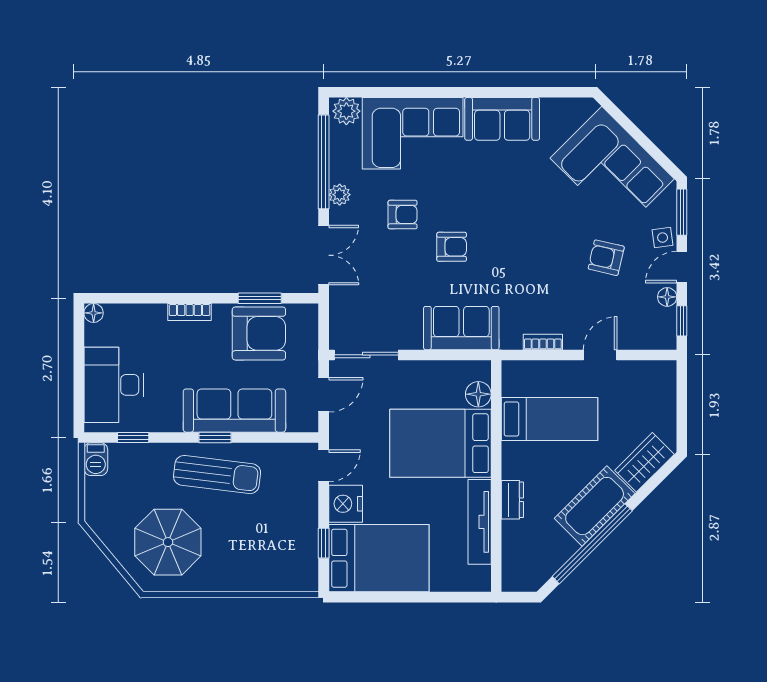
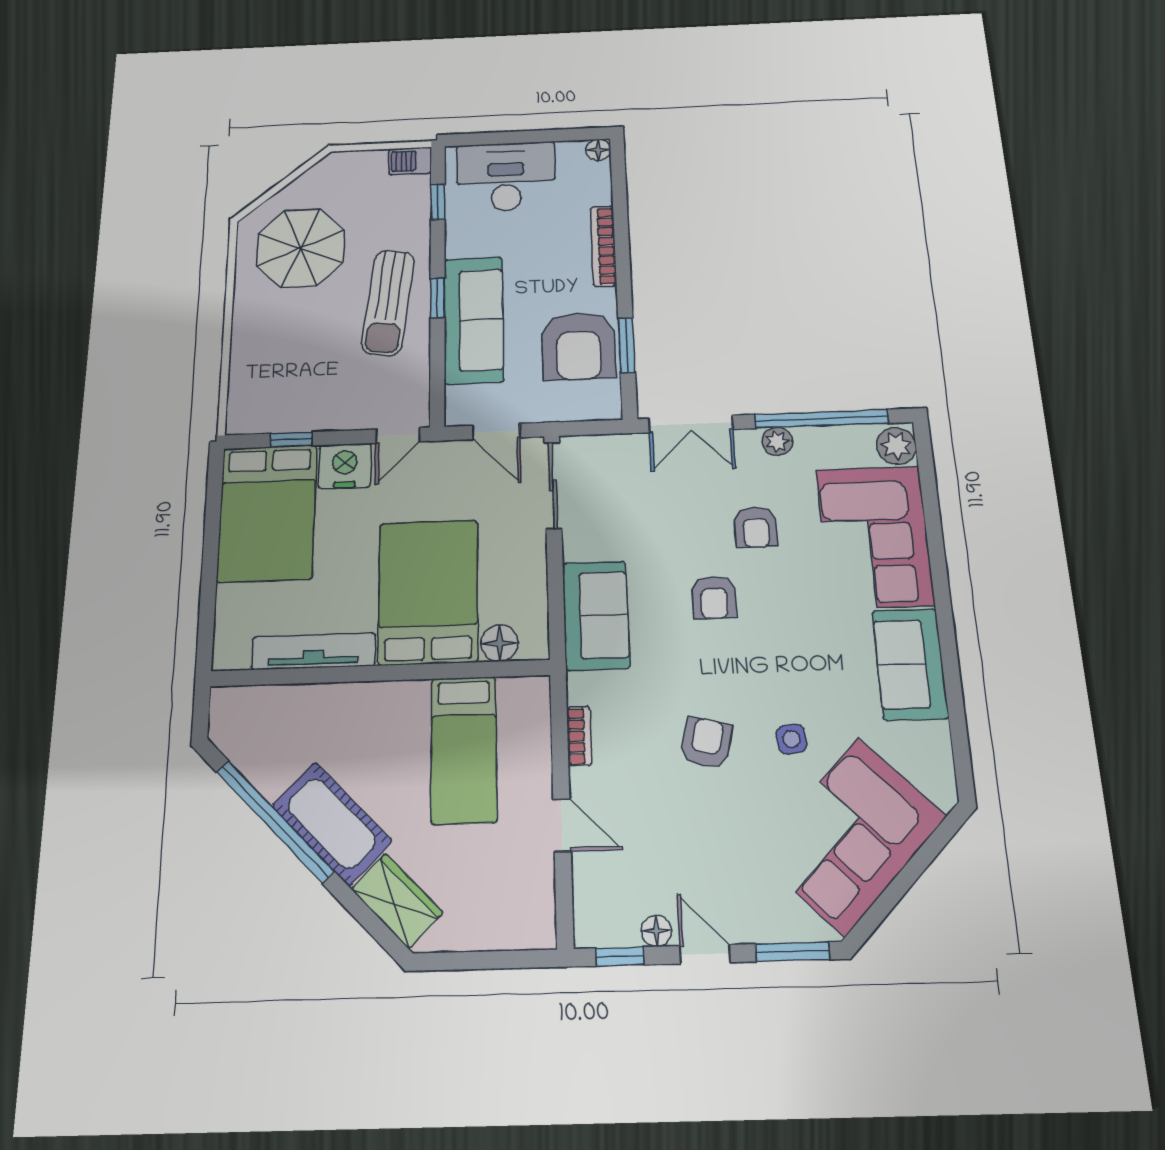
side table: (663, 238) -> (792, 739), moved
armchair: (606, 258) -> (706, 743), moved
bookcase: (190, 312) -> (603, 246), width x1.56
door: (324, 466) -> (398, 435), hinge flipped
dresser: (512, 500) -> (344, 698), removed

